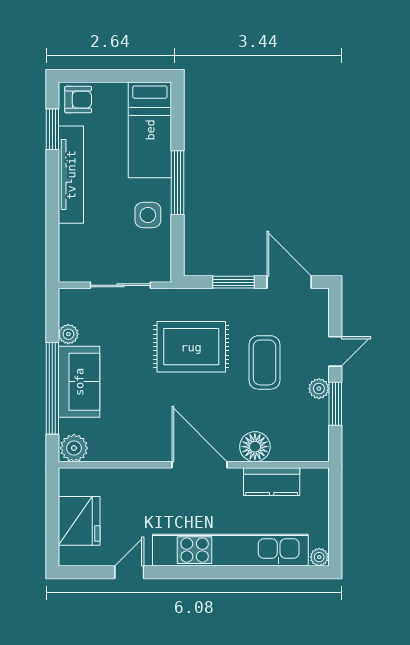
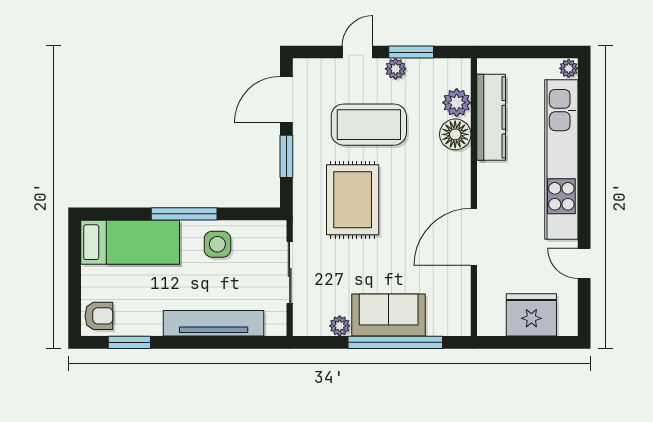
armchair: (78, 100) -> (99, 316), turned 90
tv unit: (71, 175) -> (214, 323), moved
door: (335, 351) -> (357, 52), hinge flipped
coffee table: (264, 362) -> (369, 125), width x1.36, depth x1.32
plant: (74, 448) -> (457, 103), moved
door: (199, 465) -> (474, 237), moved
kitchen counter: (272, 482) -> (491, 117), width x1.50

